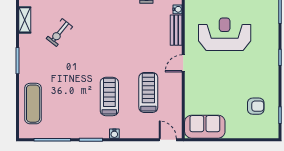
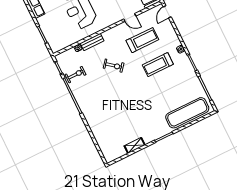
exercise bike: (59, 33) -> (114, 66), moved
door: (183, 63) -> (130, 18), moved
treadmill: (148, 92) -> (142, 40), turned 180
exercise mat: (33, 104) -> (187, 113), width x1.36, depth x1.45

